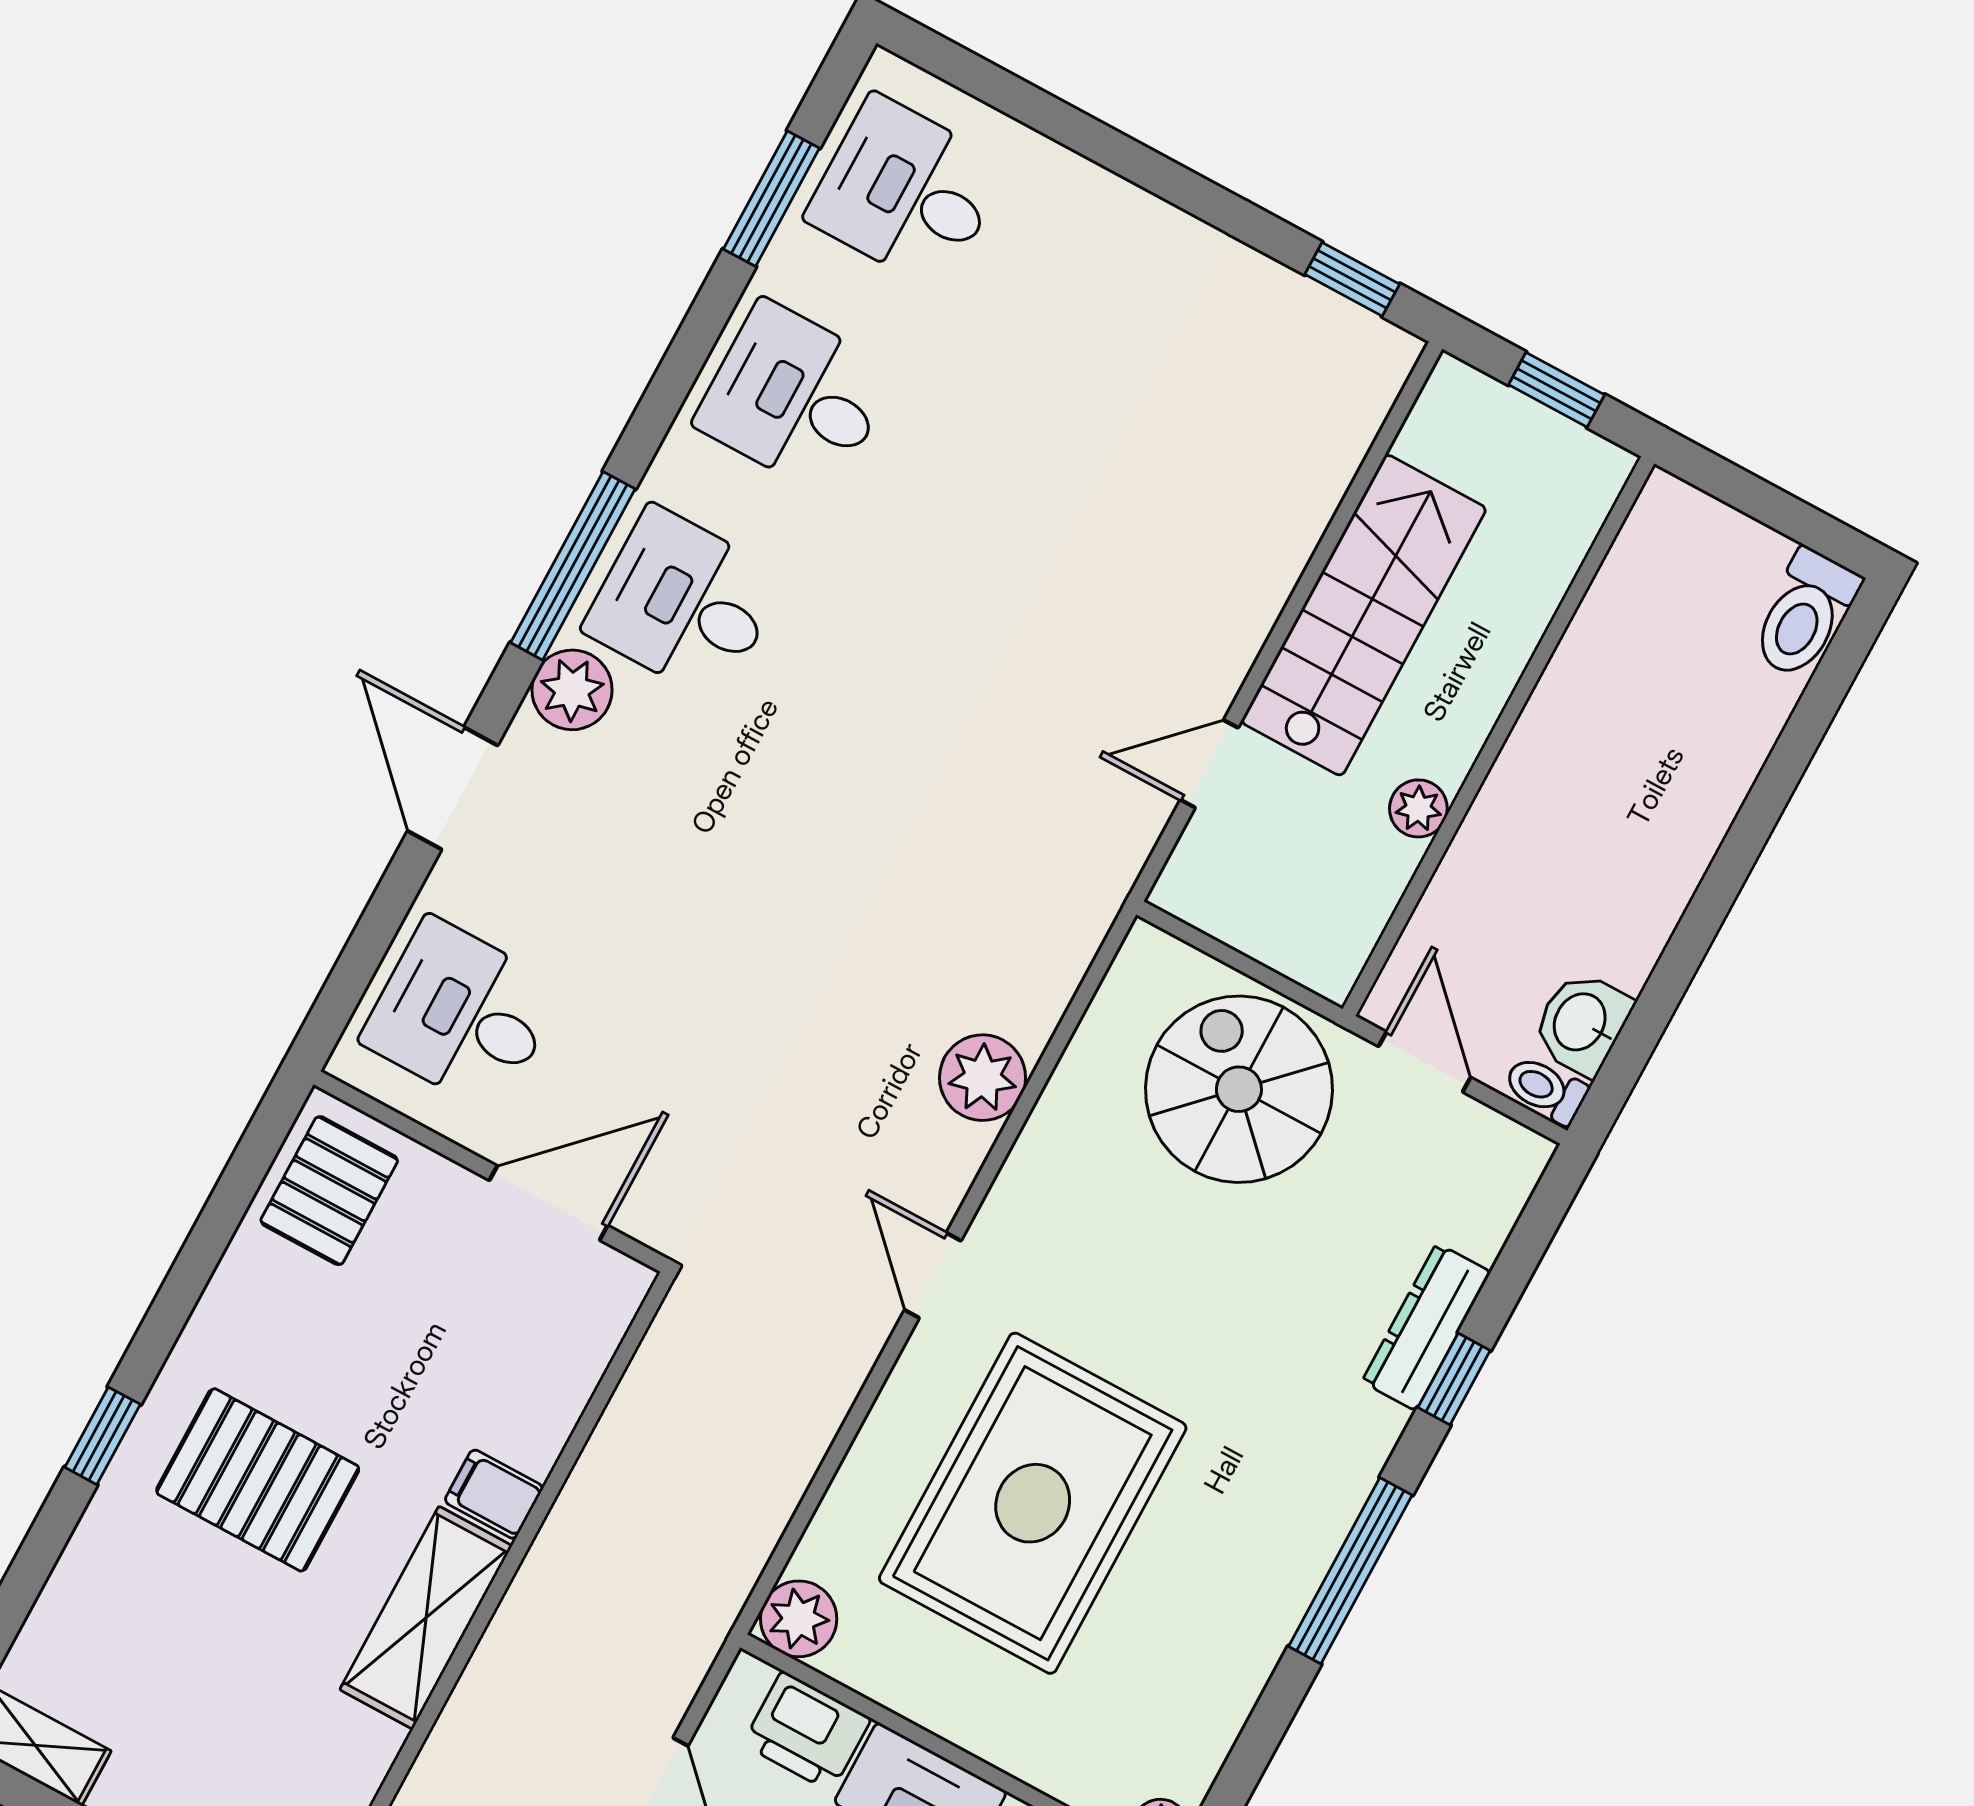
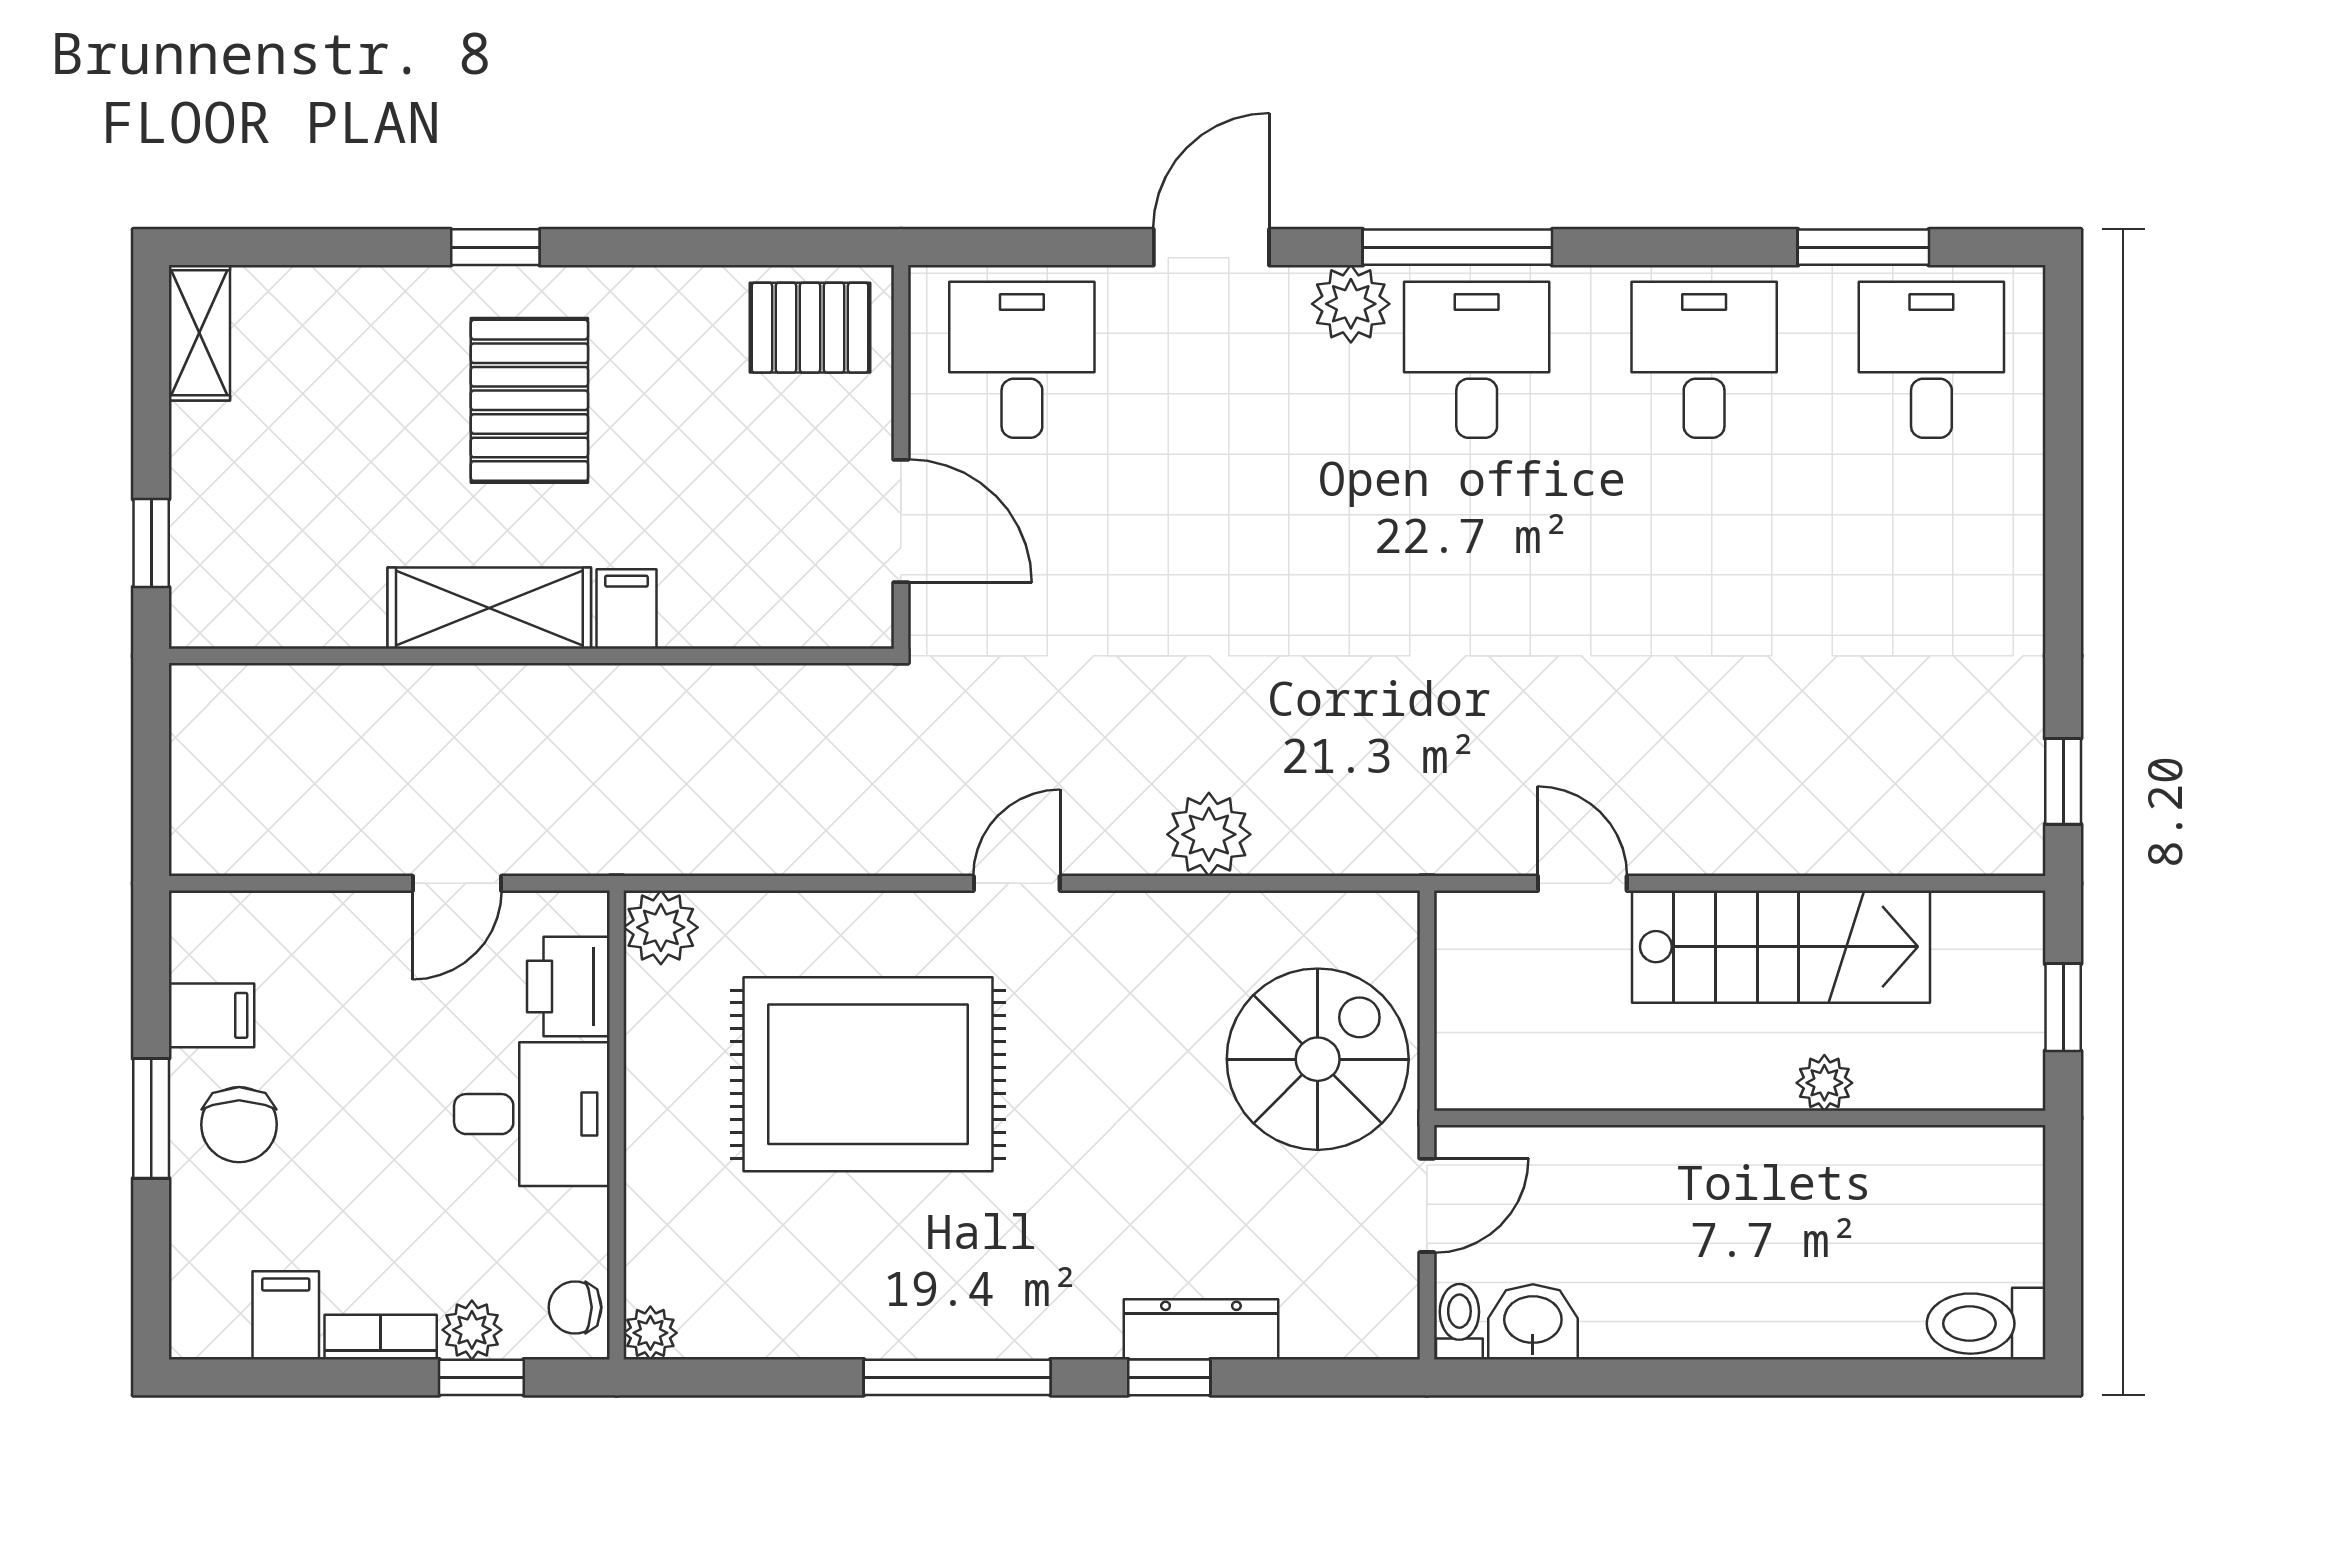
plant: (1418, 808) -> (1824, 1083), moved

